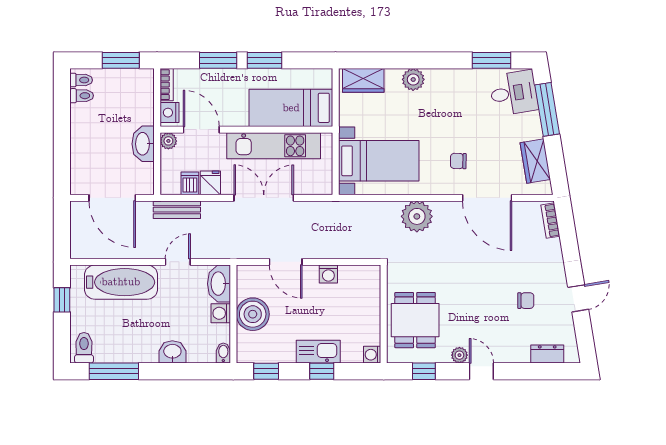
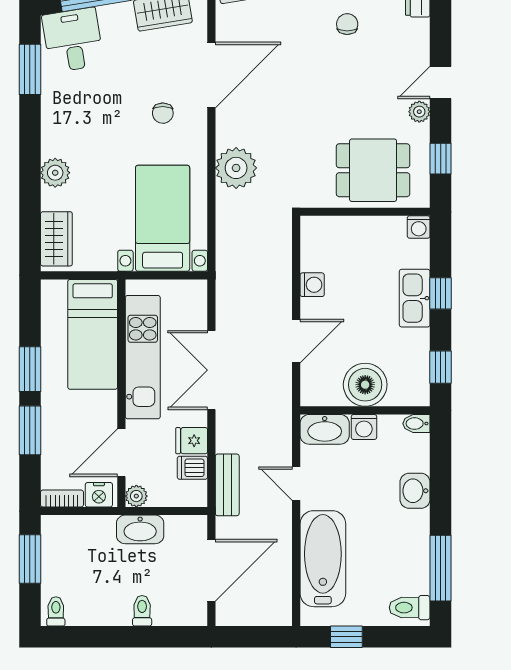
toilet: (82, 96) -> (142, 611), moved

